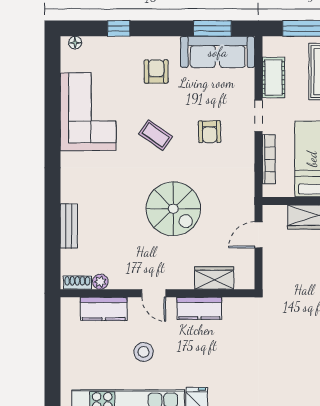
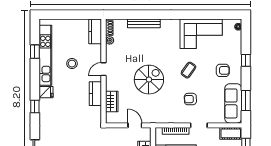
window: (119, 28) -> (246, 60), moved
cot: (273, 78) -> (231, 133), moved
spiral stairs: (173, 209) -> (149, 80), turned 180
bench: (69, 226) -> (144, 23), width x1.36
kitchen counter: (104, 309) -> (95, 31), moved

